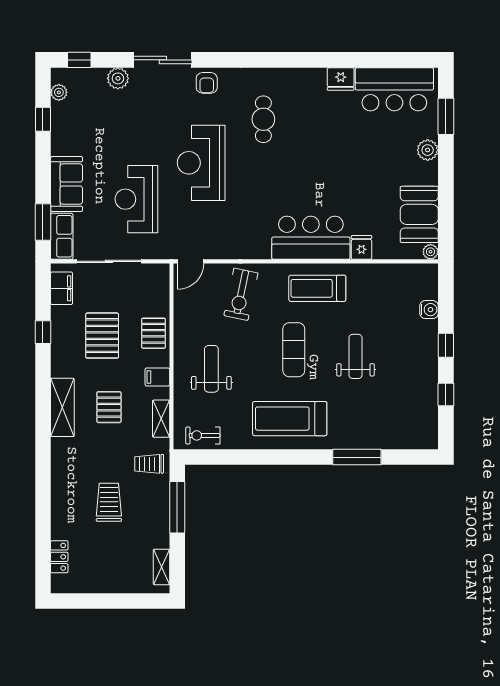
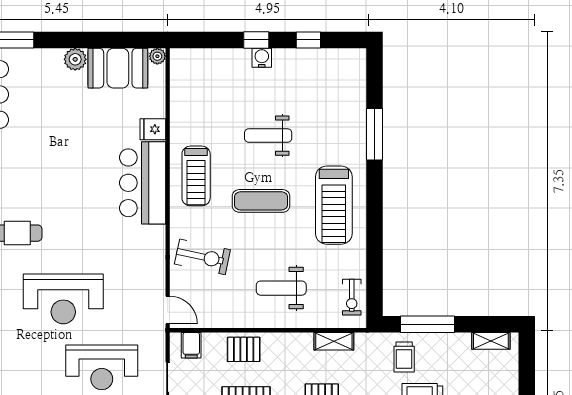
plant: (428, 150) -> (75, 59), moved
water cooler: (429, 310) -> (262, 58), moved
filing cabinet: (157, 377) -> (191, 345), moved
trolley: (149, 464) -> (404, 357), moved

